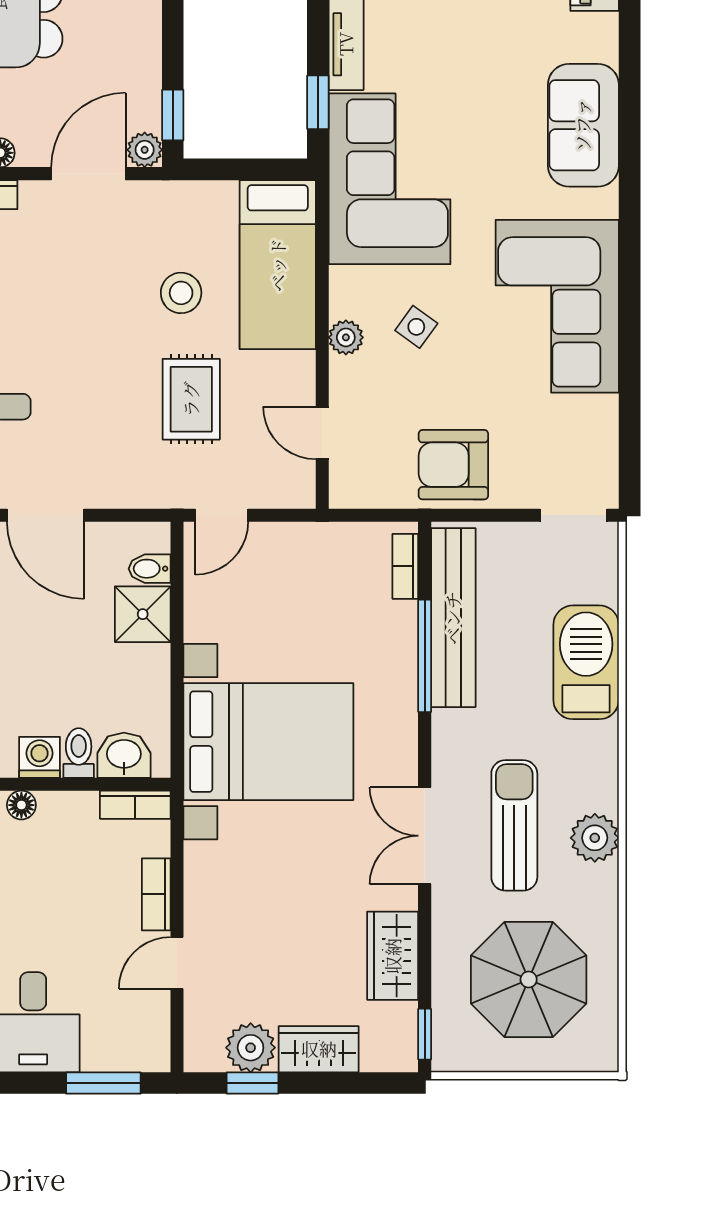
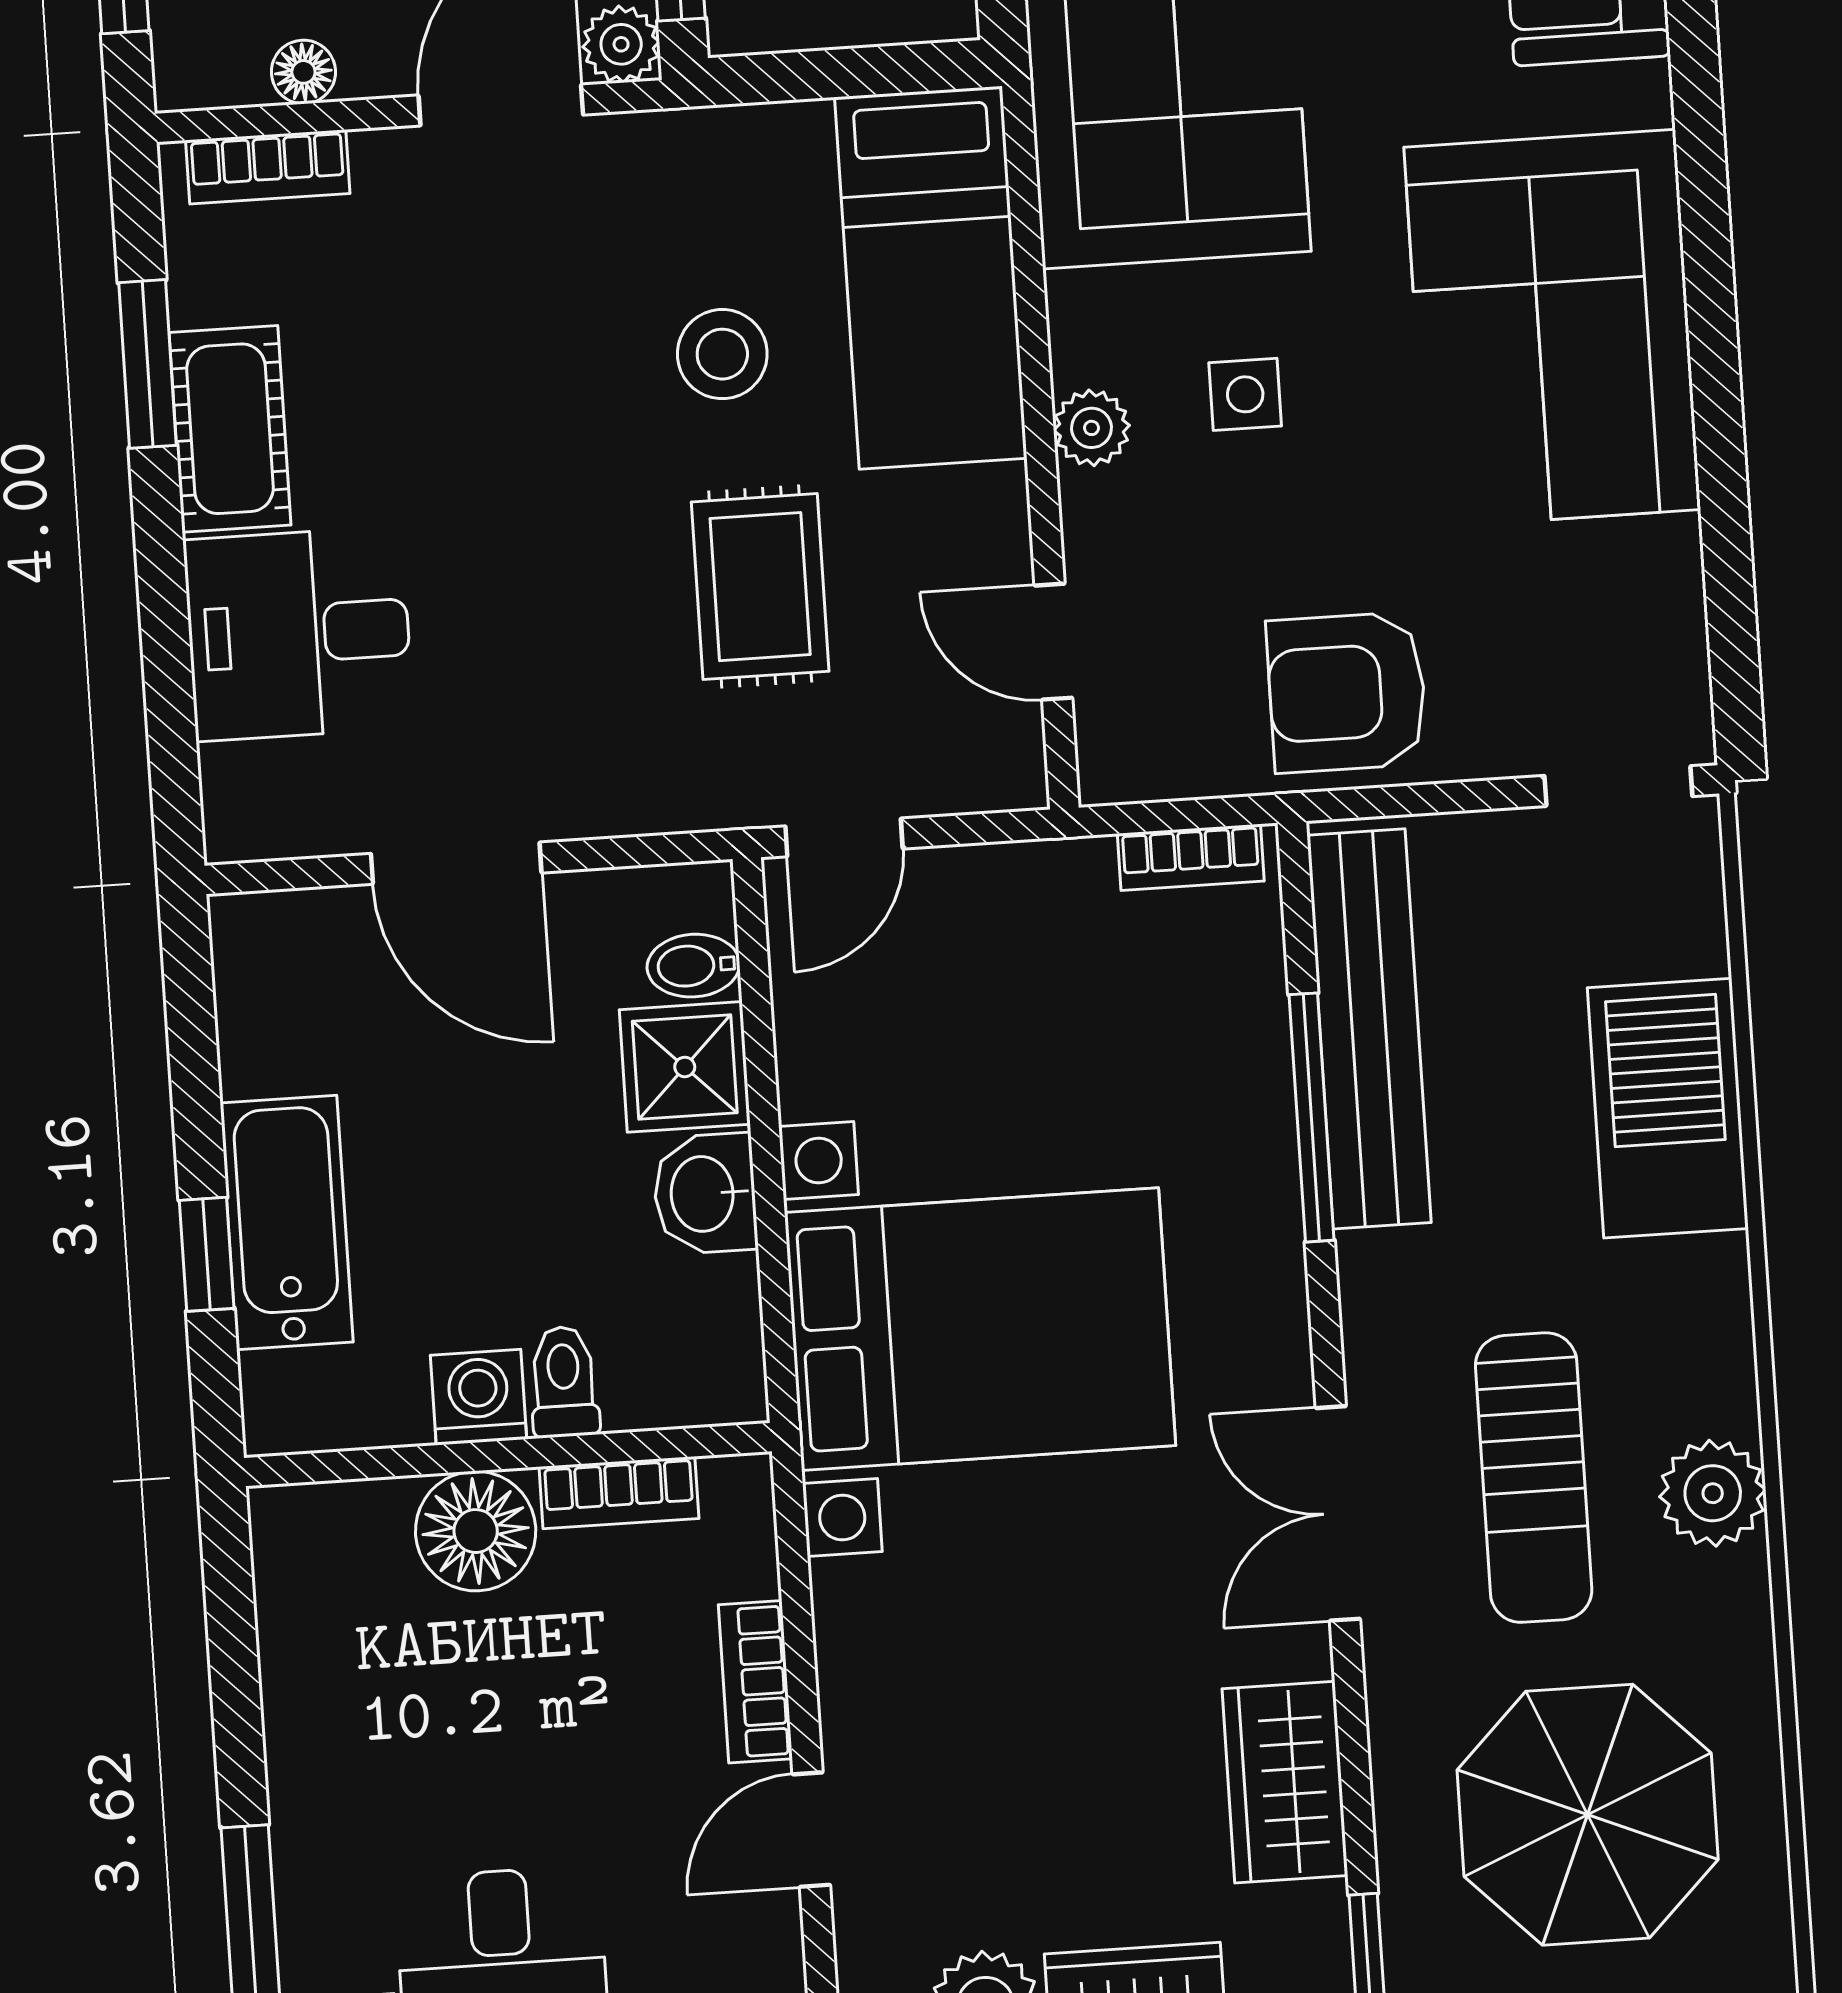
side table: (416, 327) -> (1245, 394), turned -36
bookcase: (405, 566) -> (1191, 857), moved, turned -90
washbasin: (124, 755) -> (705, 1194), moved, turned -90
floor lamp: (21, 805) -> (476, 1531), width x1.89, depth x1.89
bookcase: (135, 805) -> (619, 1493), moved
sun lounger: (514, 825) -> (1534, 1478), turned 180

